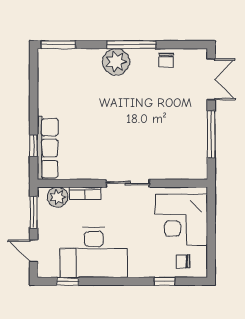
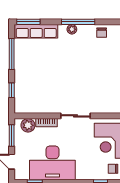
plant: (116, 62) -> (72, 29), width x0.53, depth x0.53
window: (34, 92) -> (12, 54), added
row of seats: (47, 148) -> (36, 31), moved, turned 90

